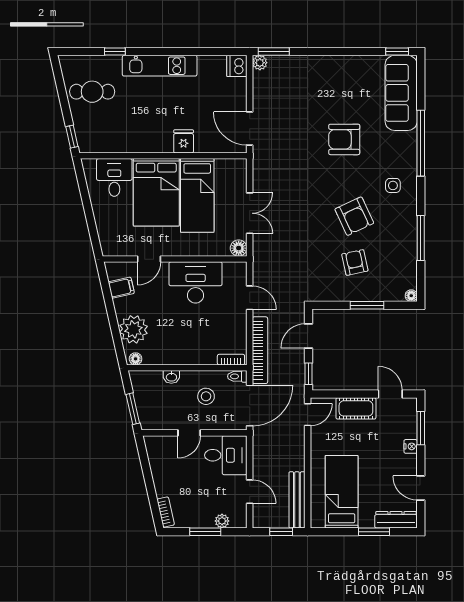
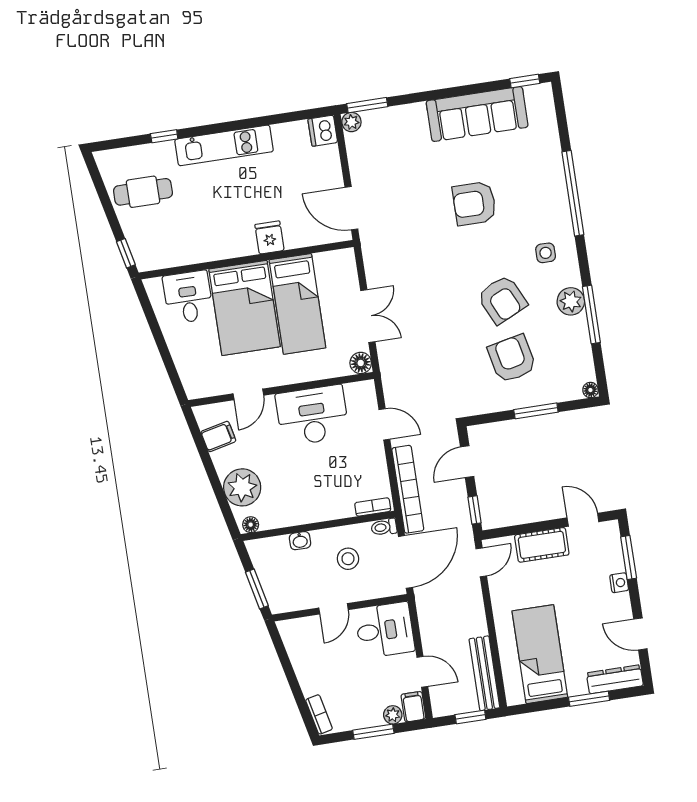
sofa: (401, 93) -> (477, 114), moved, turned -90
plant: (407, 226) -> (571, 301), added
armchair: (355, 262) -> (512, 359), width x1.38, depth x1.38
filing cabinet: (239, 517) -> (413, 707), added

